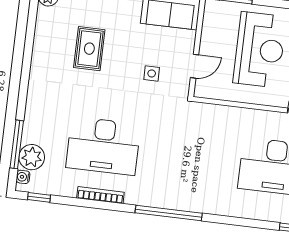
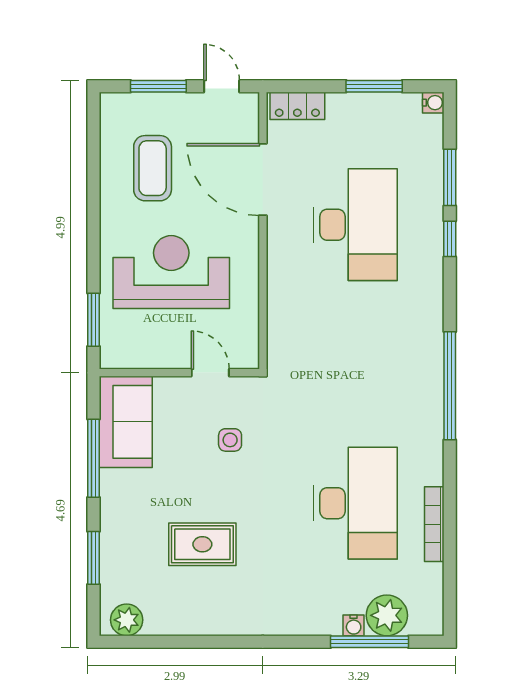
water cooler: (23, 177) -> (354, 625), moved
bookcase: (100, 195) -> (434, 524), moved
window: (39, 197) -> (450, 239), moved

